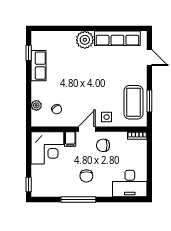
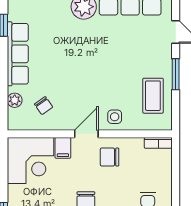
row of seats: (38, 66) -> (18, 54), width x1.48
window: (149, 101) -> (176, 74), moved
coffee table: (133, 102) -> (153, 96), width x0.73, depth x0.76

